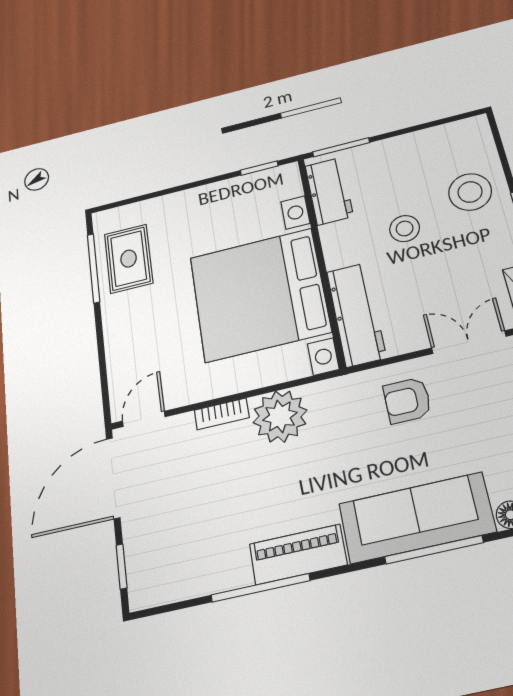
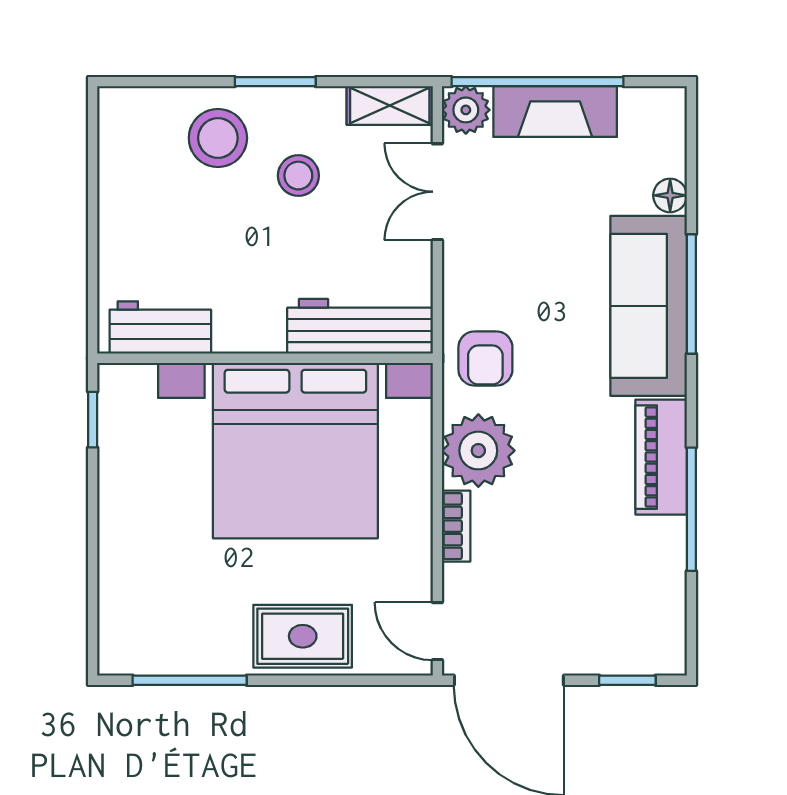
window: (341, 147) -> (93, 298), removed
stool: (405, 228) -> (298, 176), moved
rug: (129, 259) -> (303, 636), moved
armchair: (407, 400) -> (485, 358), moved

